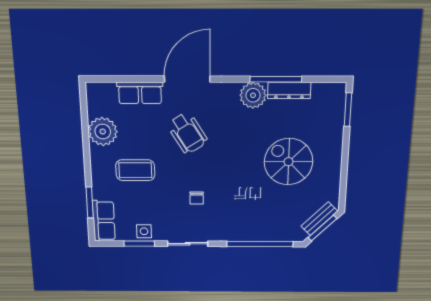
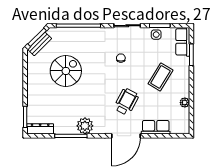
dresser: (289, 90) -> (40, 129), moved
plant: (103, 132) -> (185, 103), width x0.53, depth x0.53
wheelchair: (187, 133) -> (126, 102), turned 60
spiral stairs: (289, 162) -> (66, 71), moved, turned -90
coffee table: (135, 170) -> (160, 77), turned -59

